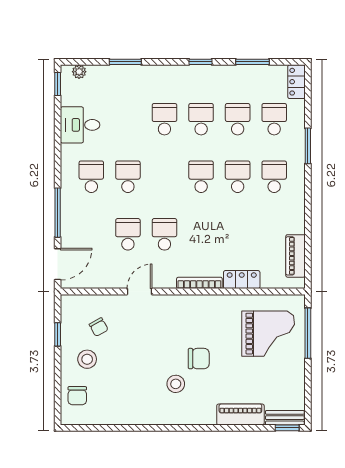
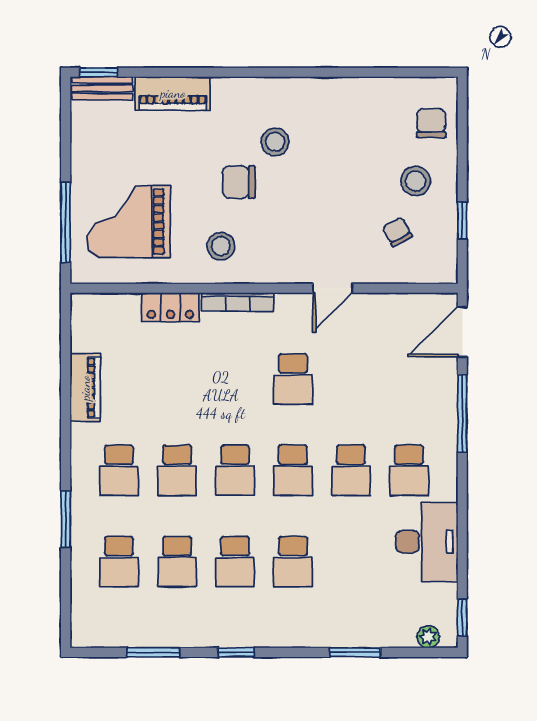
locker: (296, 82) -> (84, 621), removed
desk: (80, 125) -> (427, 542), width x1.37
school desk: (128, 234) -> (293, 470), moved
piano: (295, 256) -> (85, 388), moved
stool: (210, 318) -> (221, 246), added

